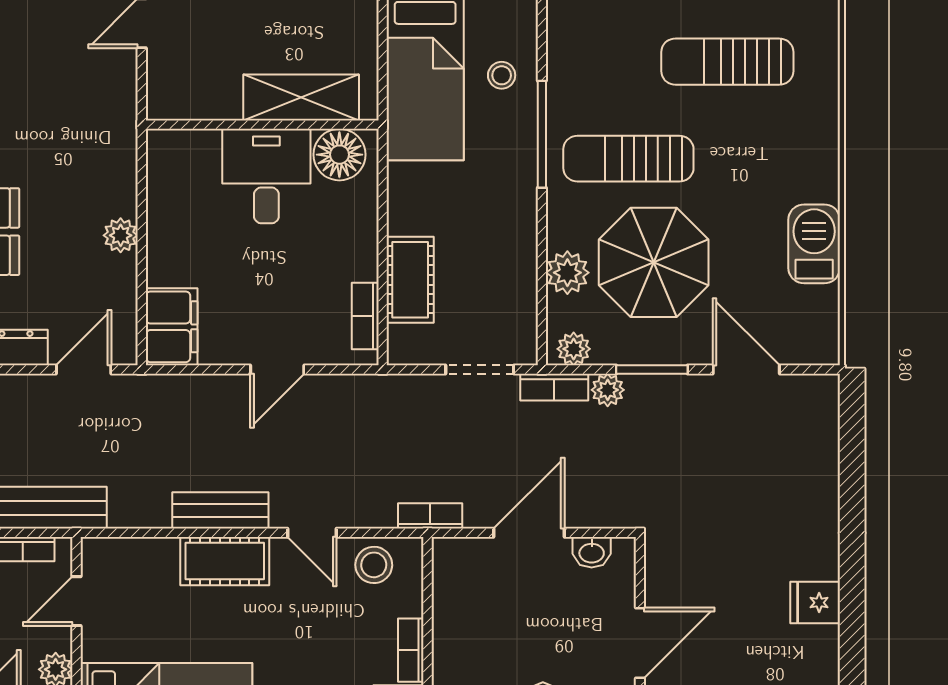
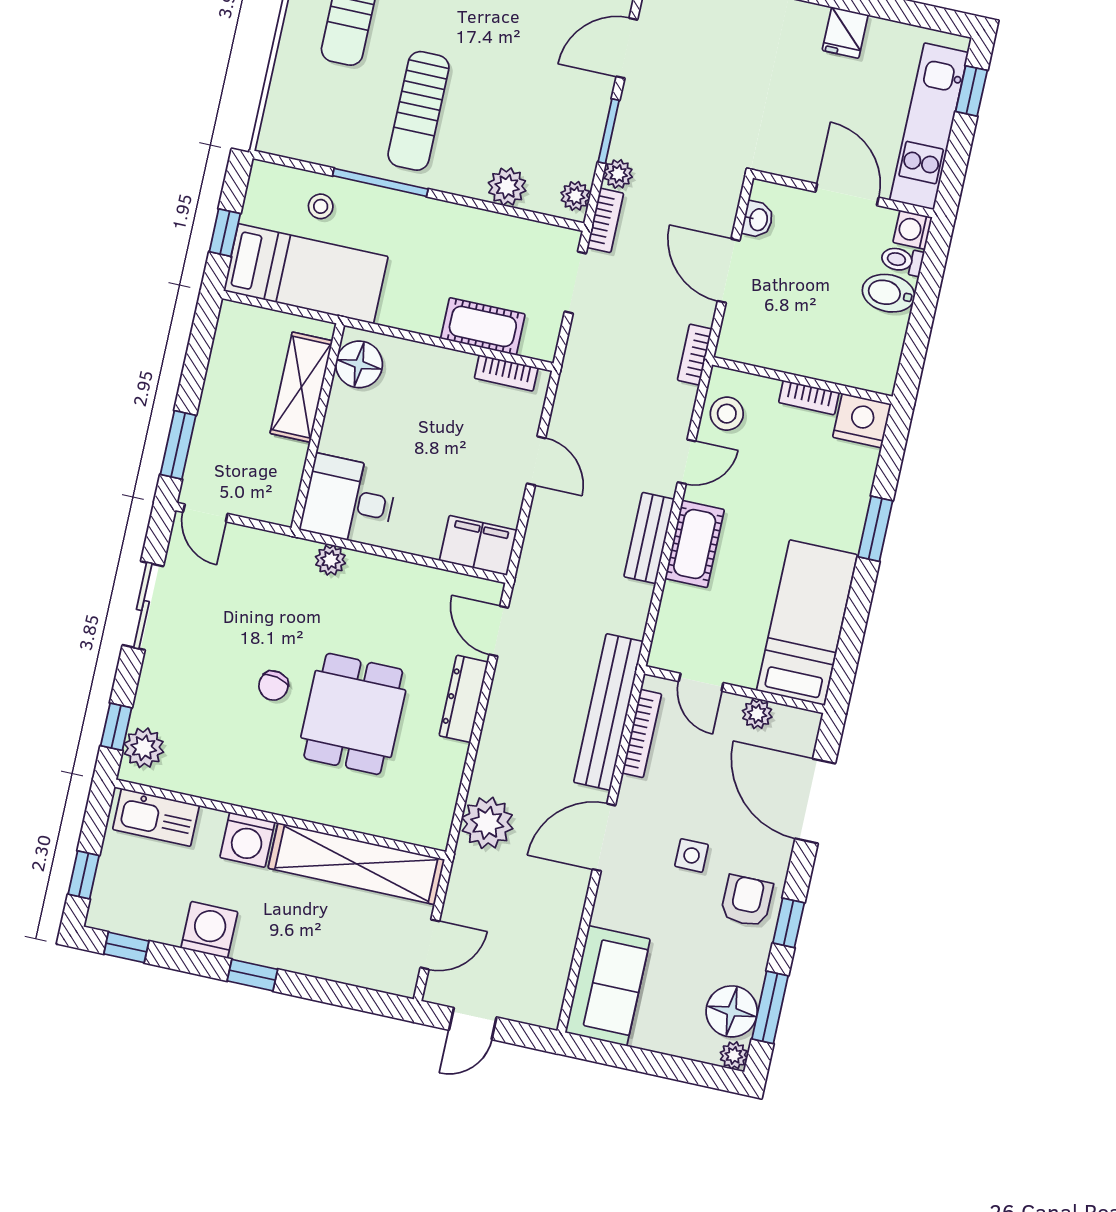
desk: (266, 176) -> (349, 500), moved
plant: (121, 235) -> (330, 560), moved
parasol: (654, 262) -> (515, 109), removed

